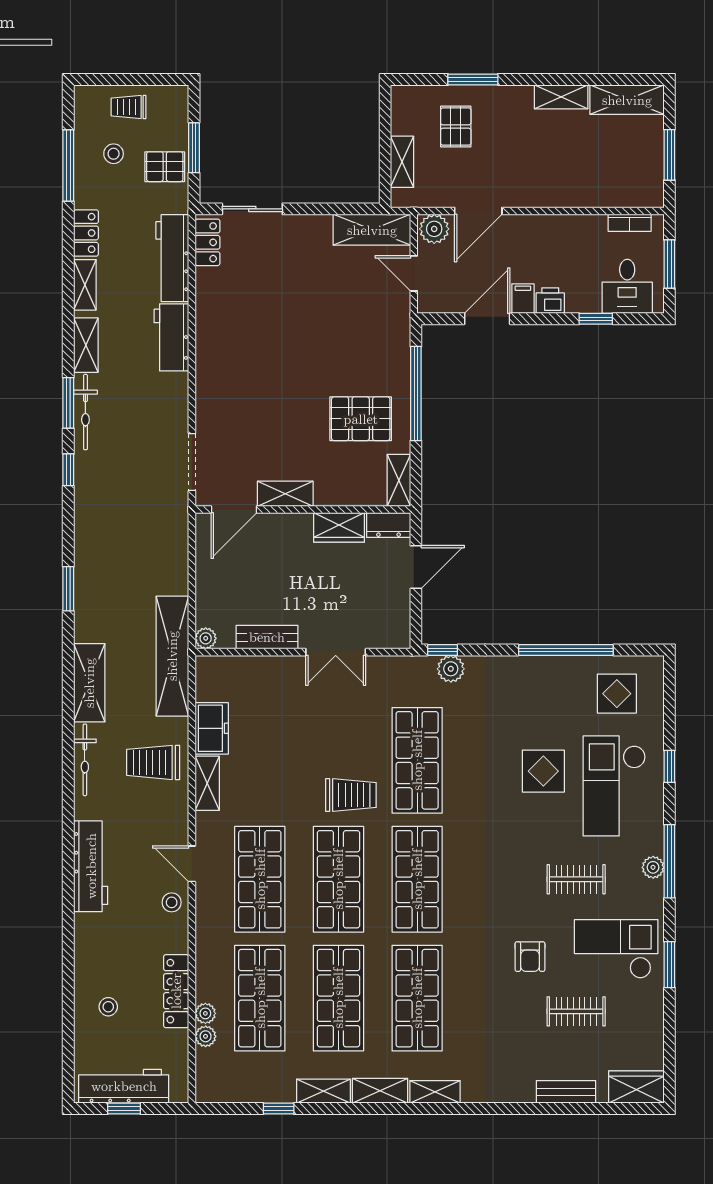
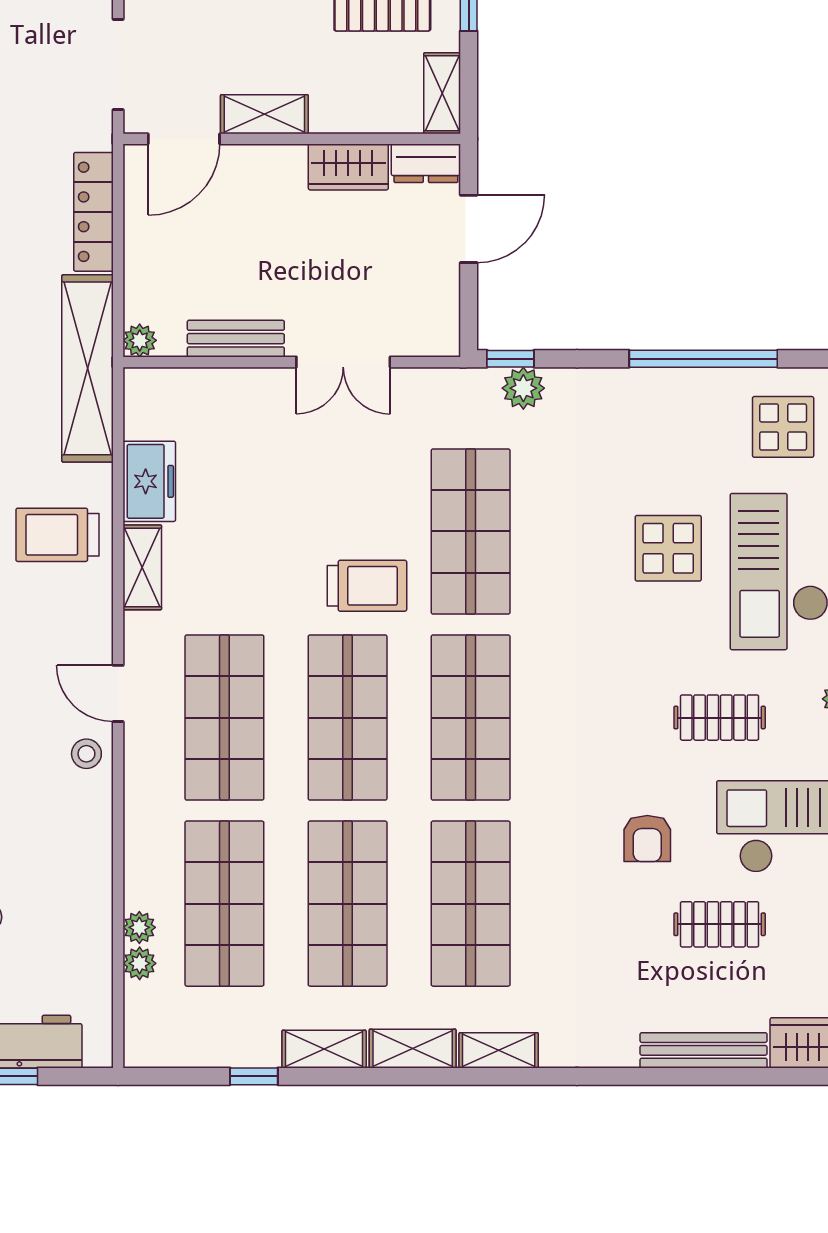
locker: (176, 991) -> (93, 212), moved
bench: (566, 1092) -> (704, 1050), width x1.36

